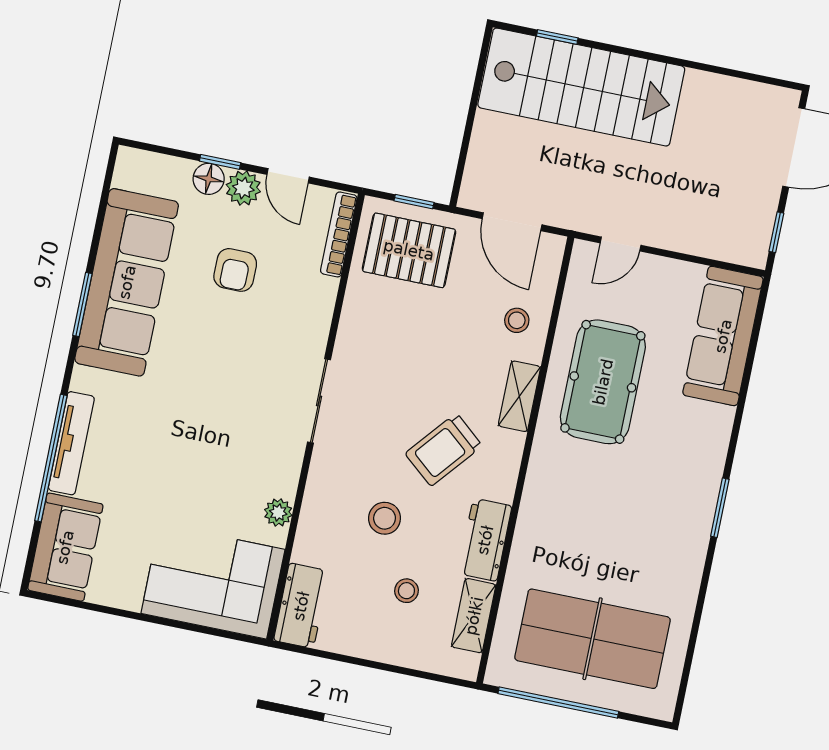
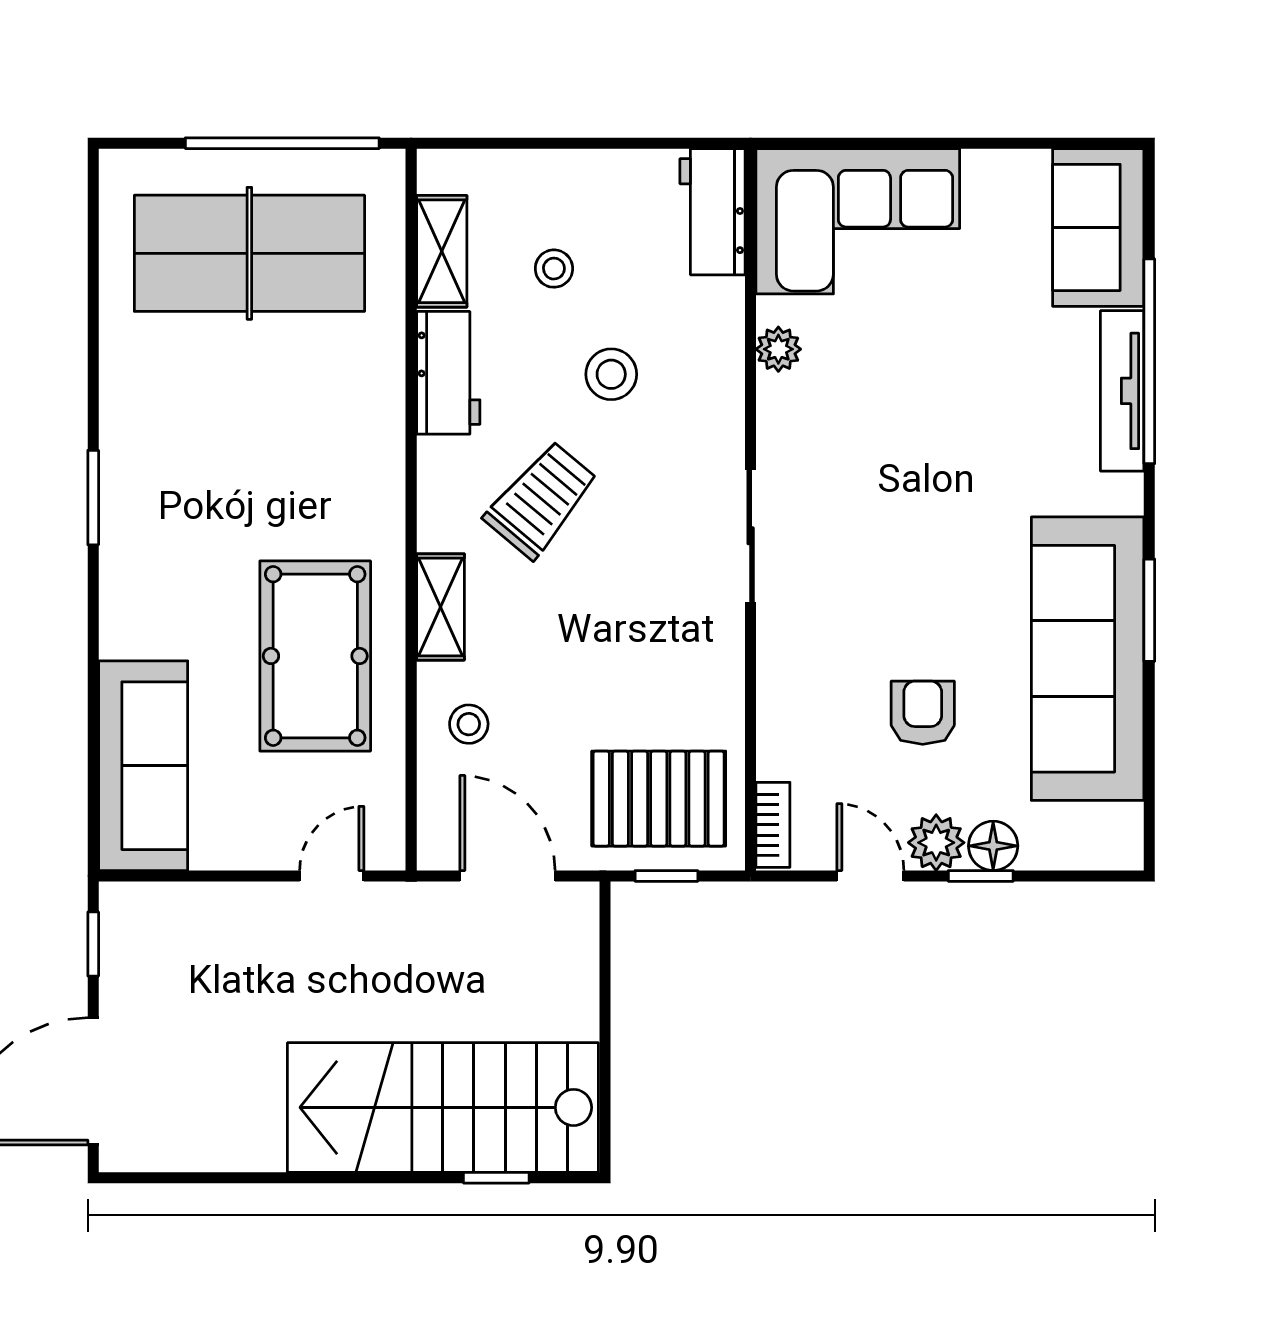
bookcase: (339, 234) -> (773, 825), width x0.64

